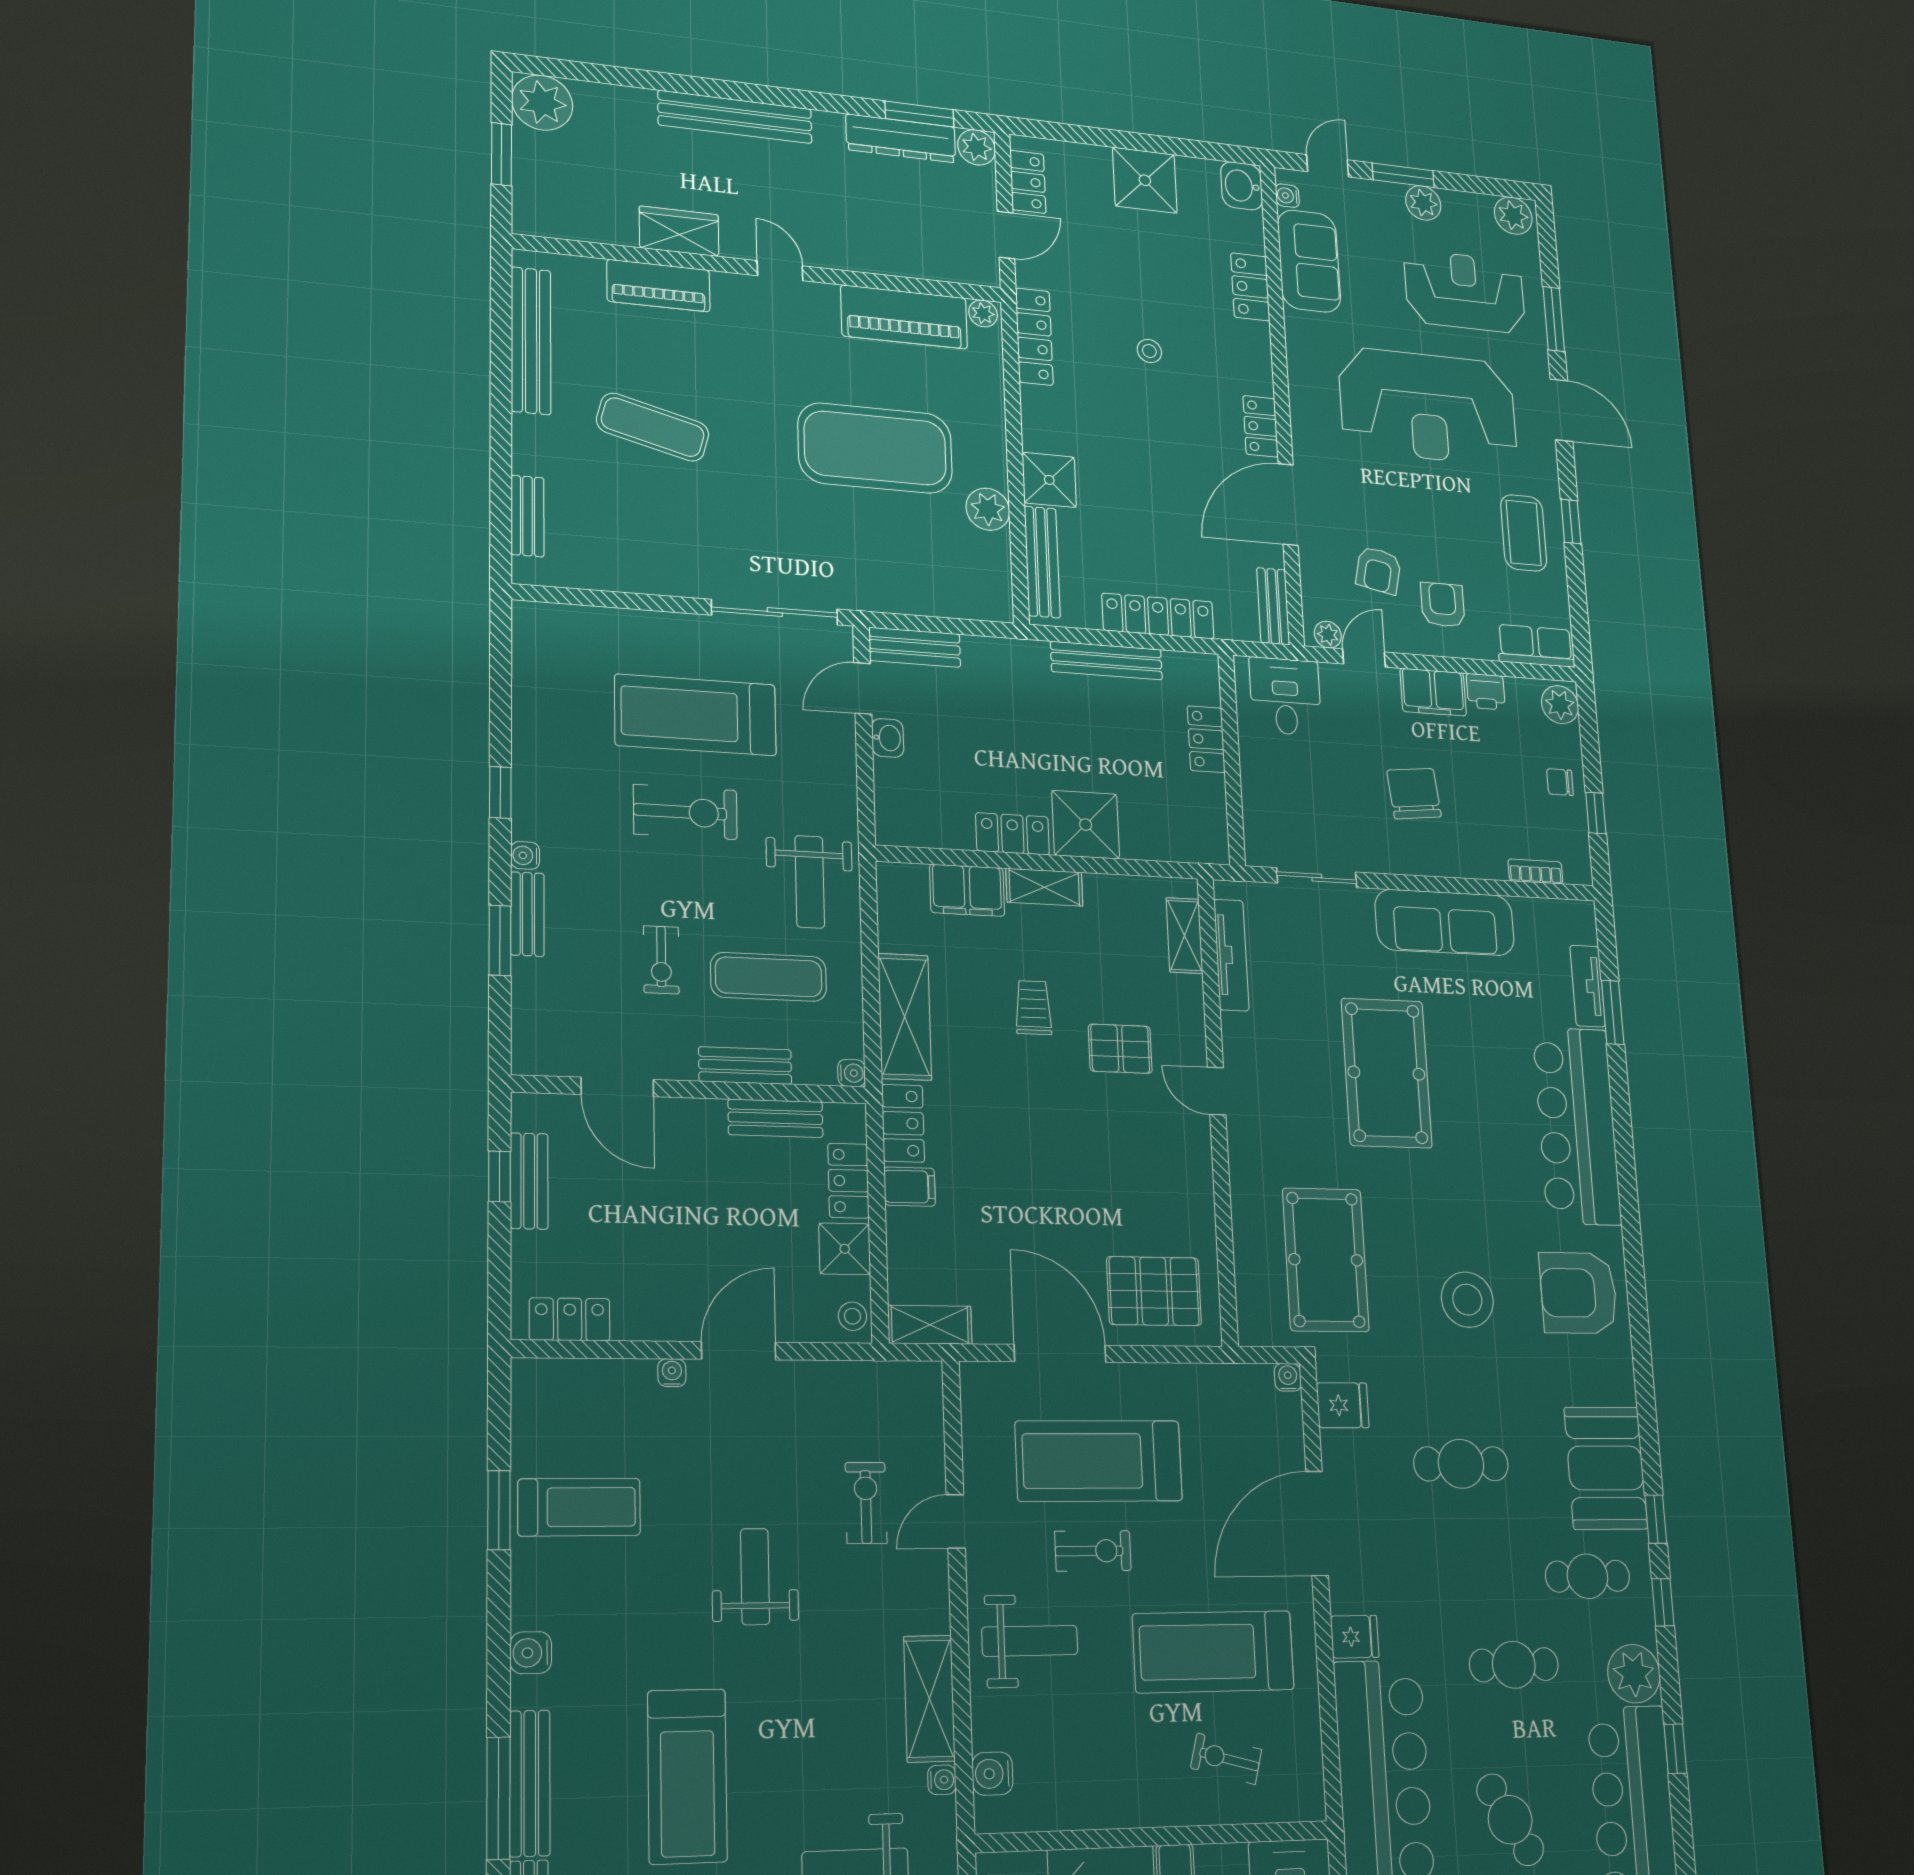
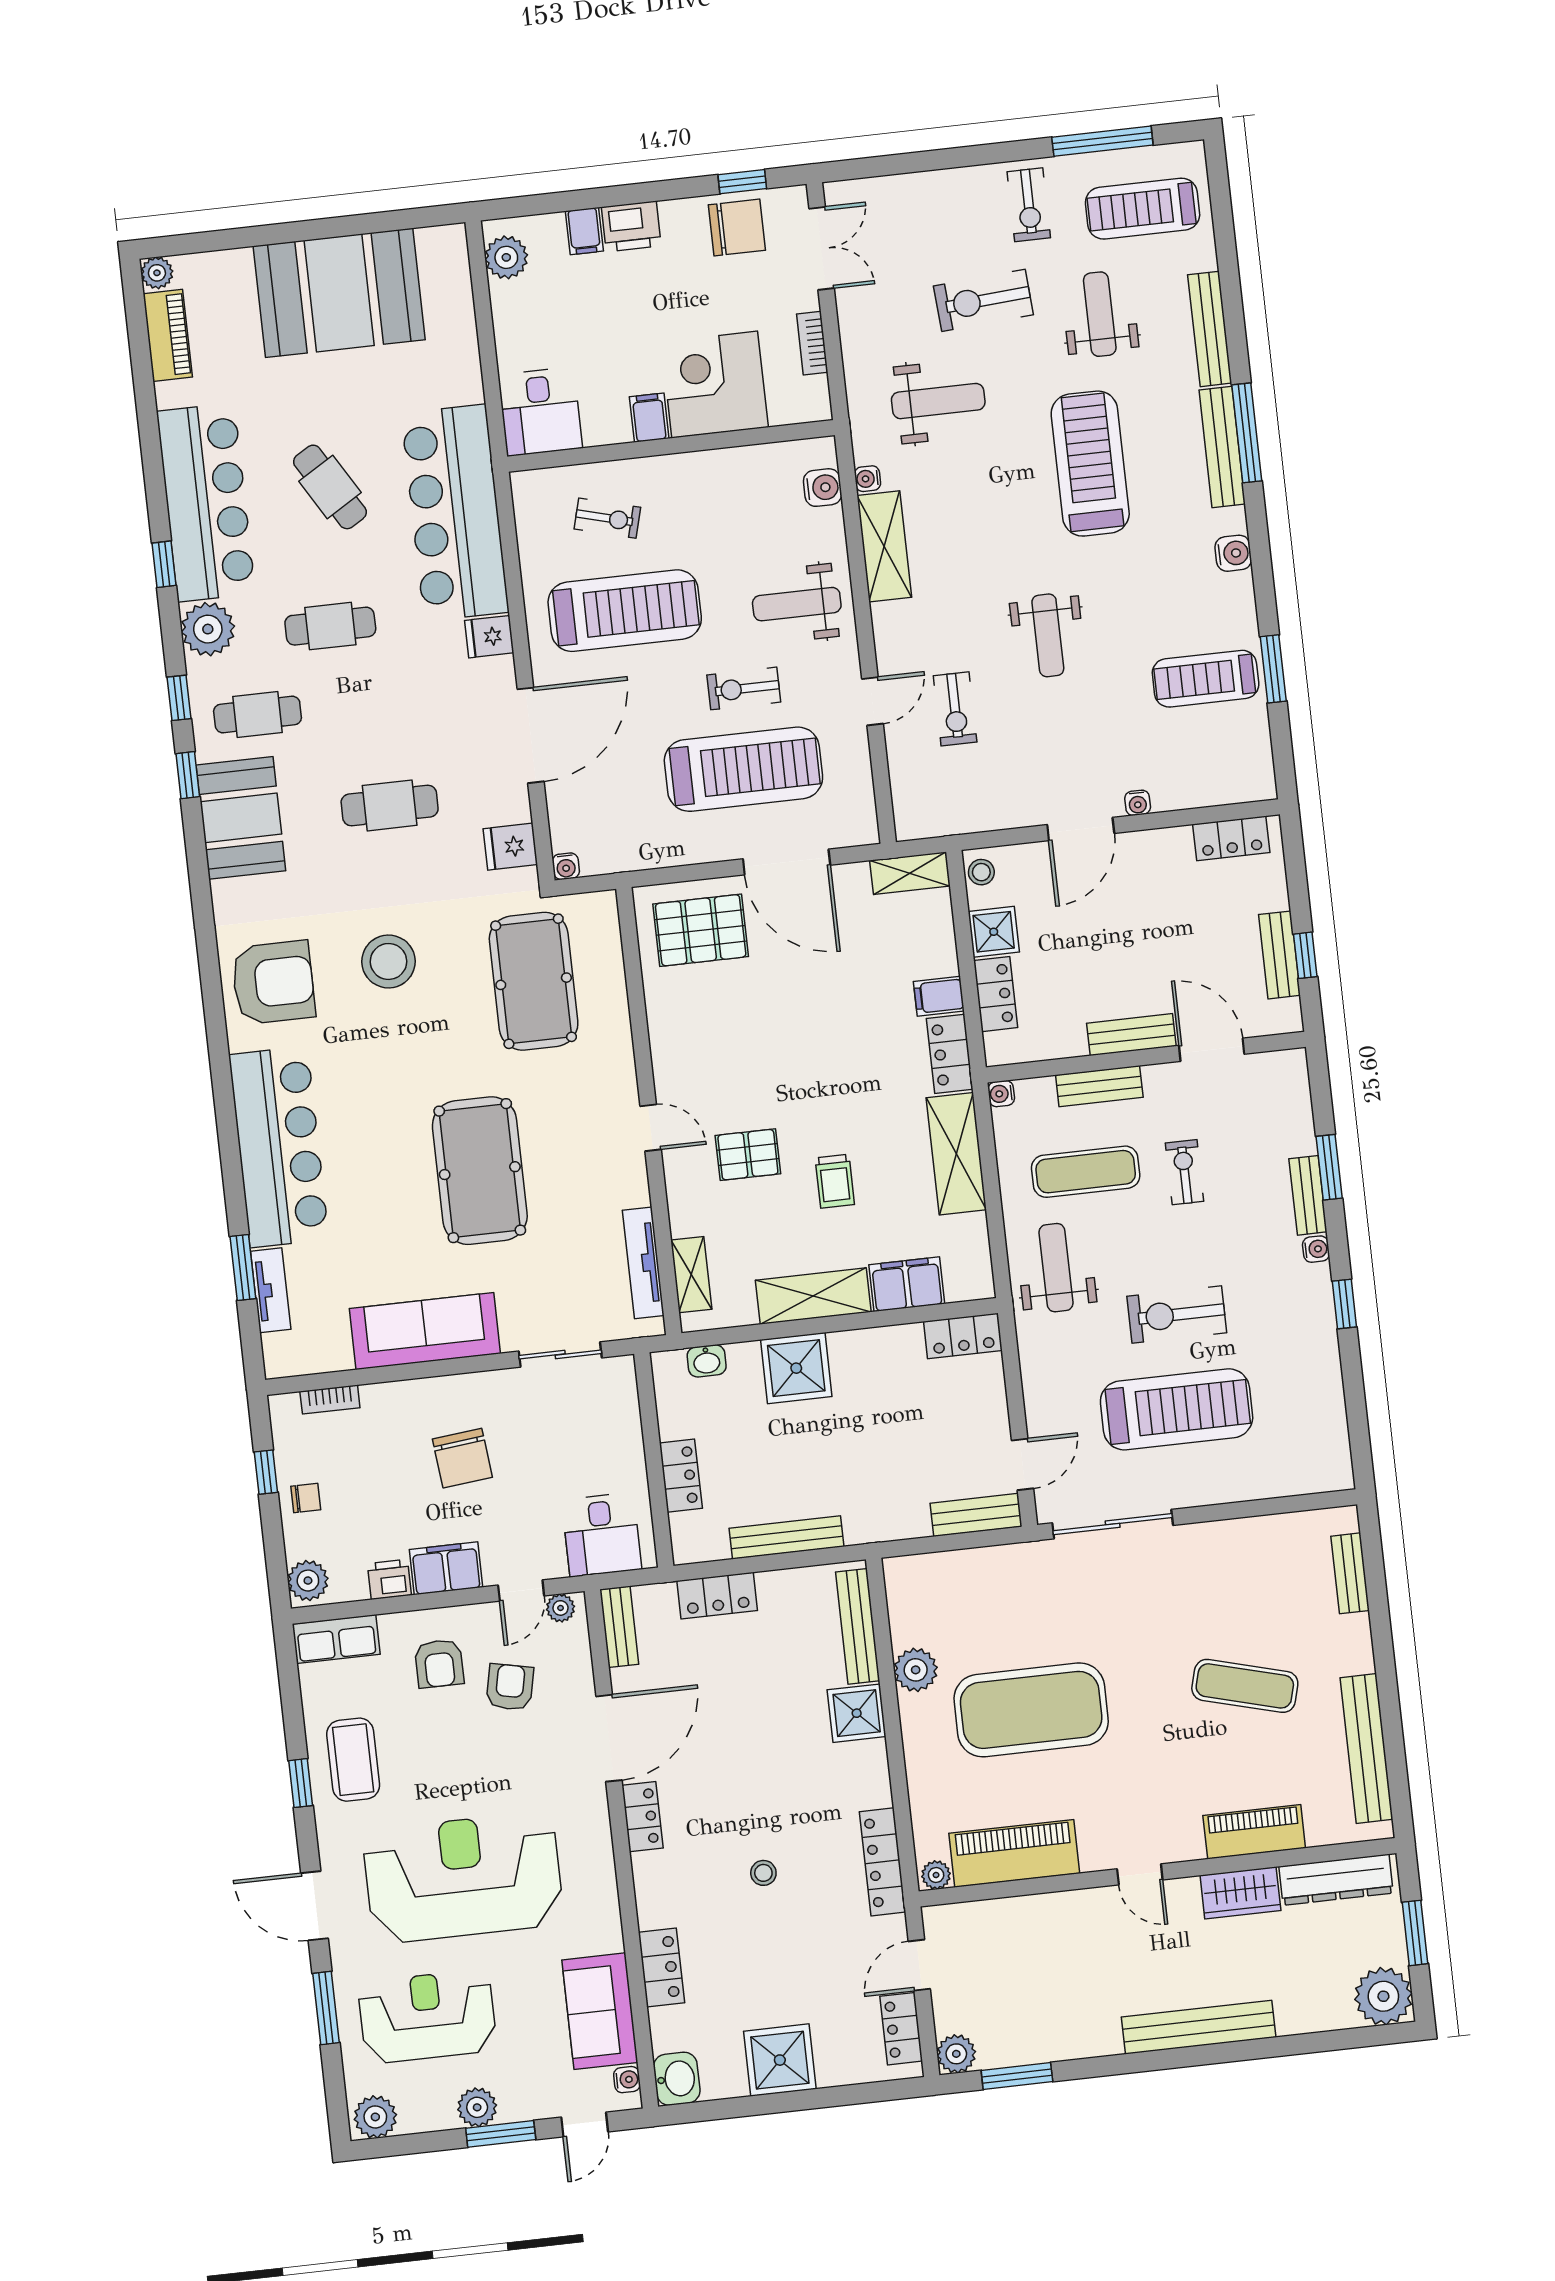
dresser: (901, 138) -> (1336, 1880), moved, turned 180
reception desk: (1465, 291) -> (427, 2016), turned 180
locker: (1158, 616) -> (717, 1596), width x0.66
washbasin: (888, 738) -> (707, 1361), moved, turned -90
locker: (1013, 834) -> (963, 1336), moved
shelving: (1044, 887) -> (813, 1296), width x1.50, depth x1.33
bench: (776, 1118) -> (1131, 1035), moved

